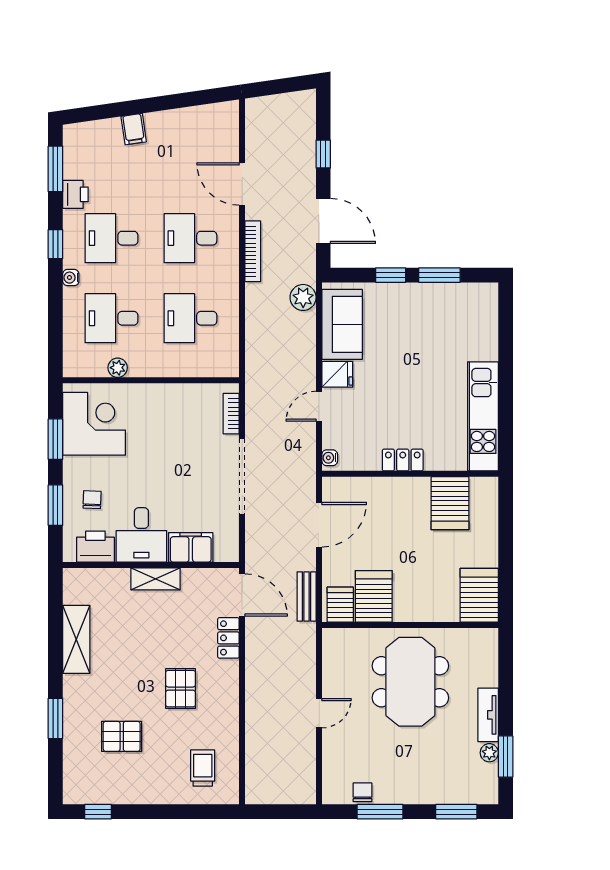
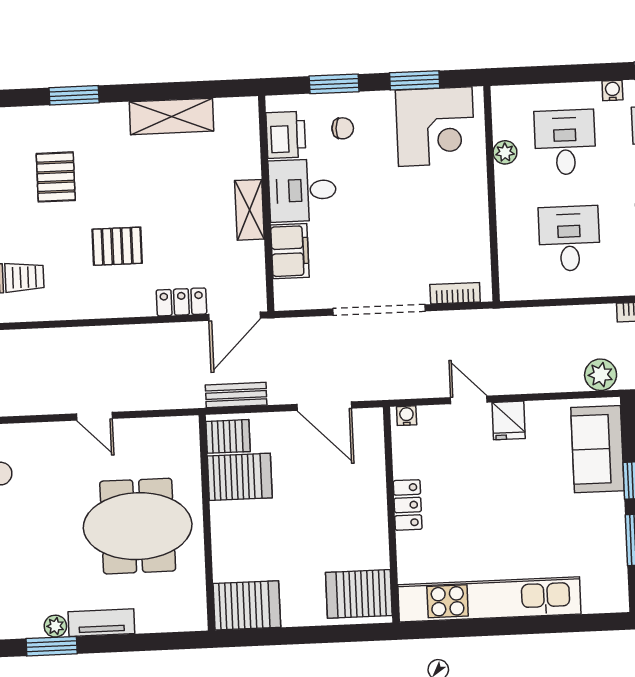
sofa: (342, 324) -> (597, 449), moved, turned 90
kitchen unit: (483, 416) -> (489, 599), width x1.36
server rack: (450, 503) -> (359, 594), moved

